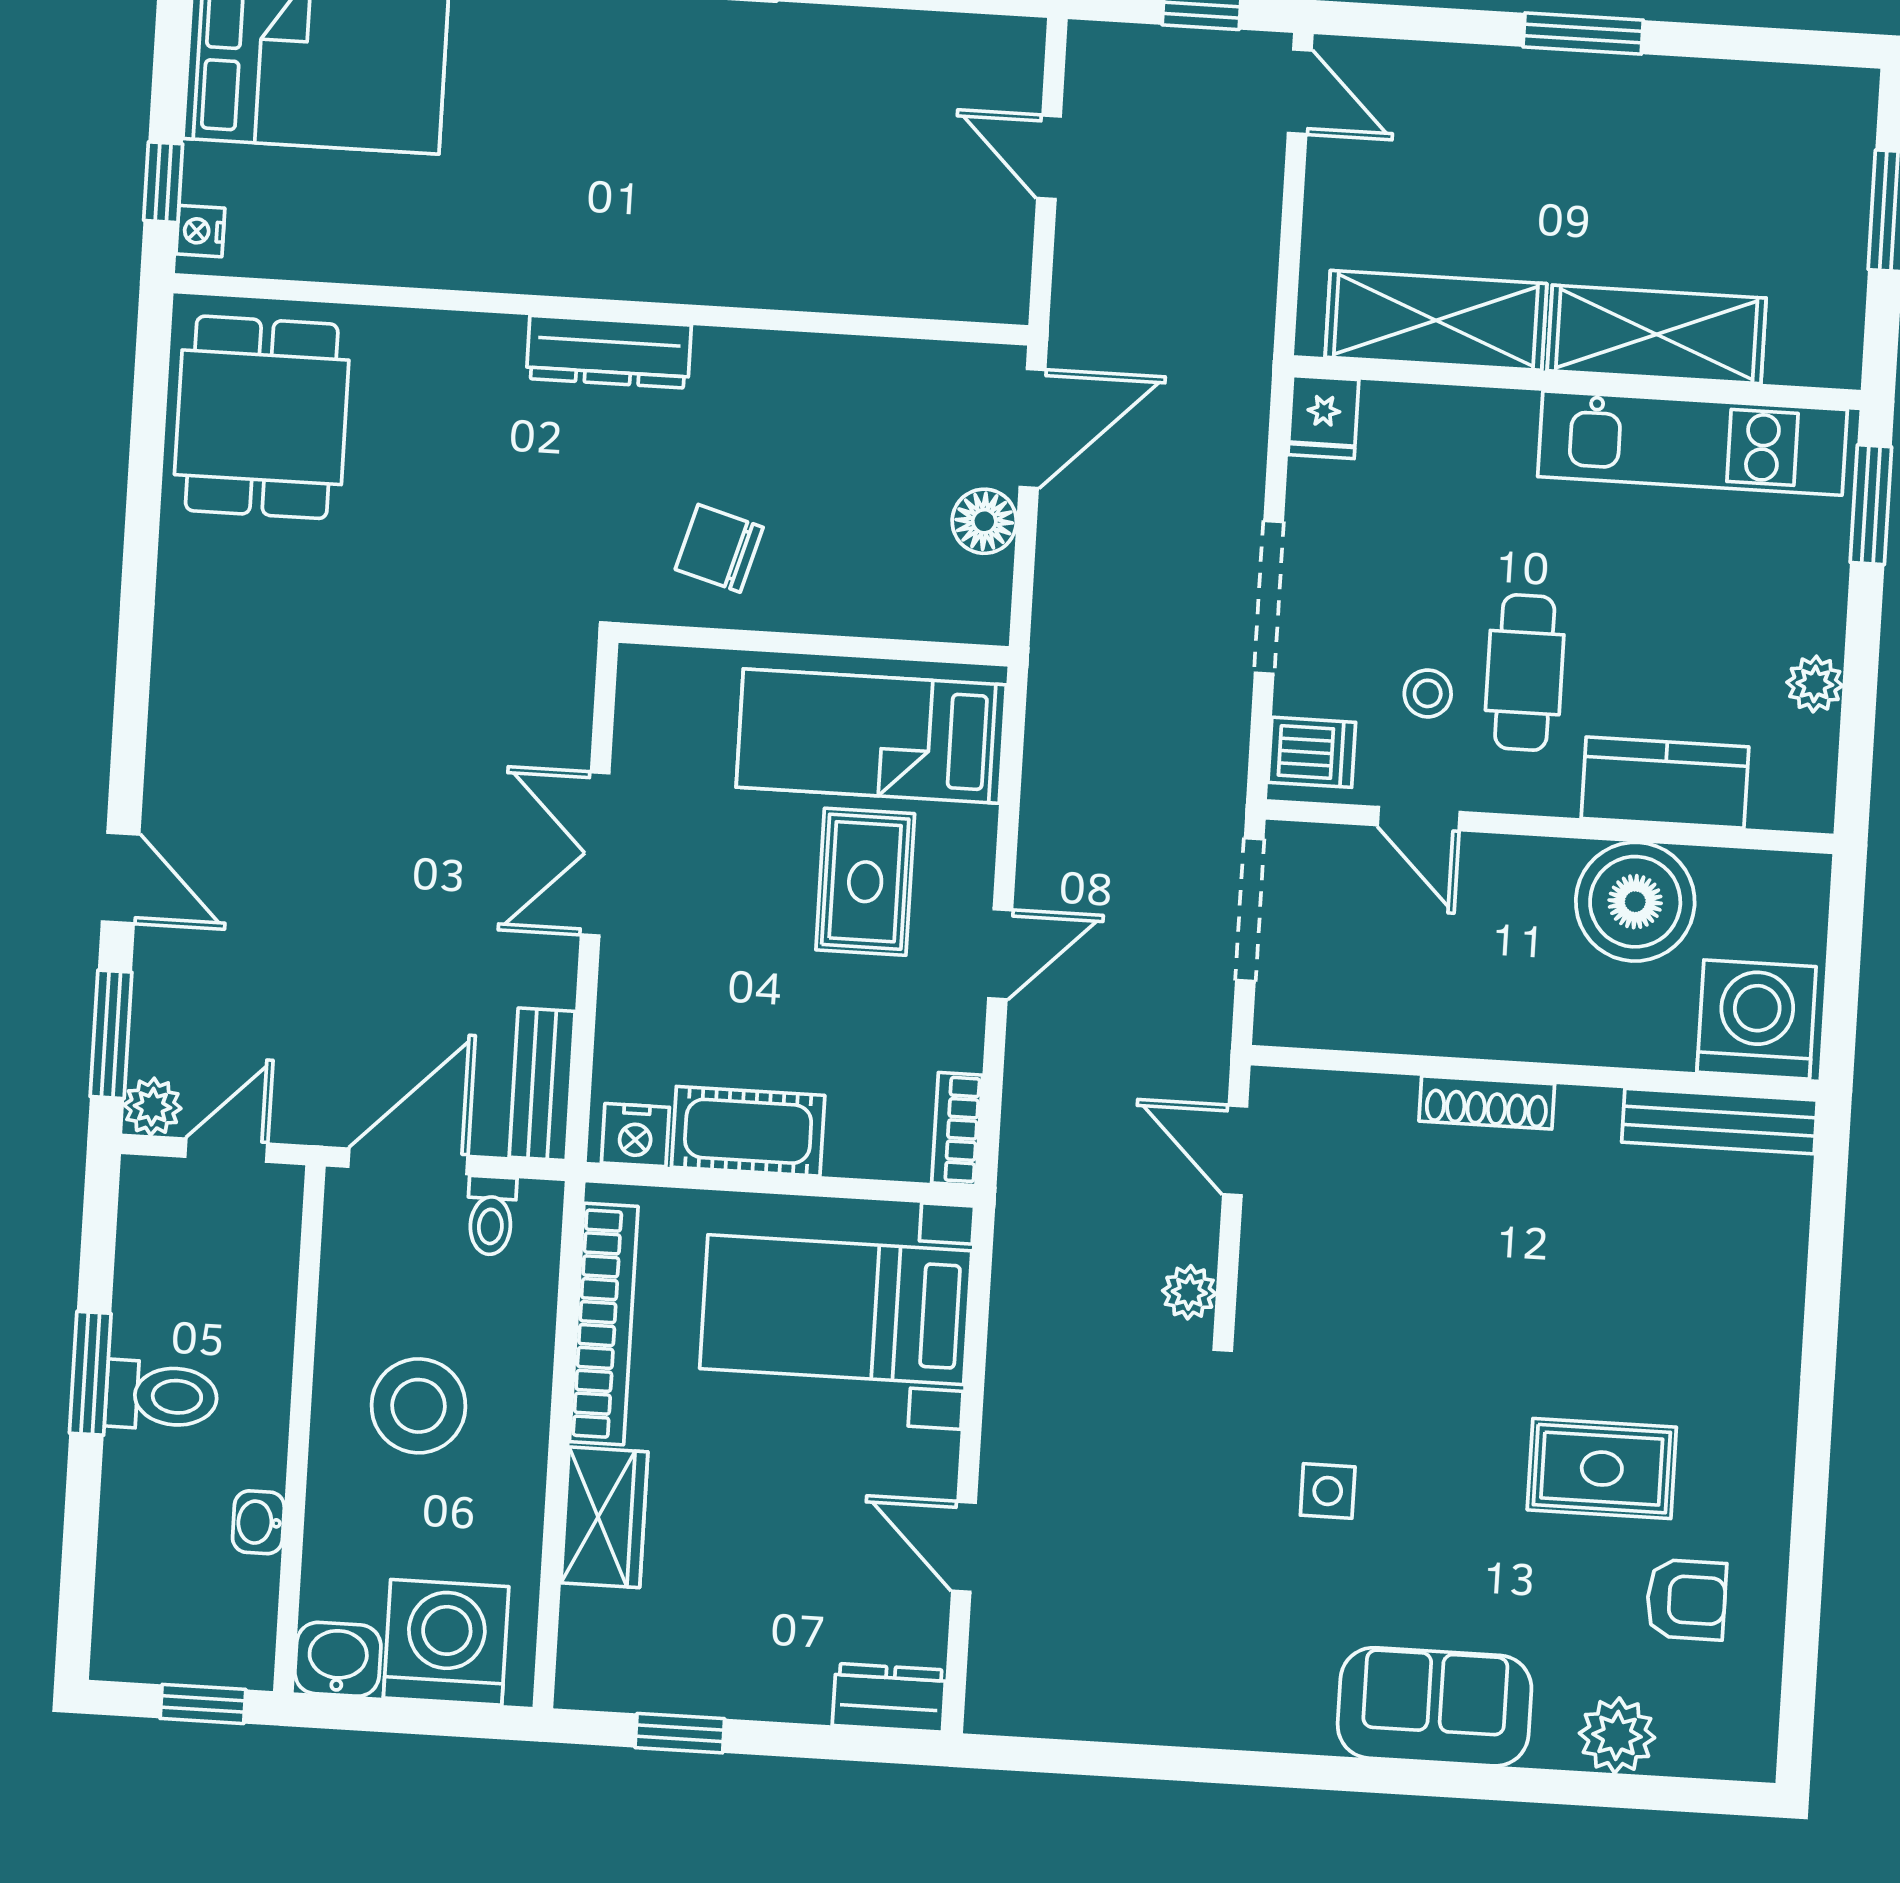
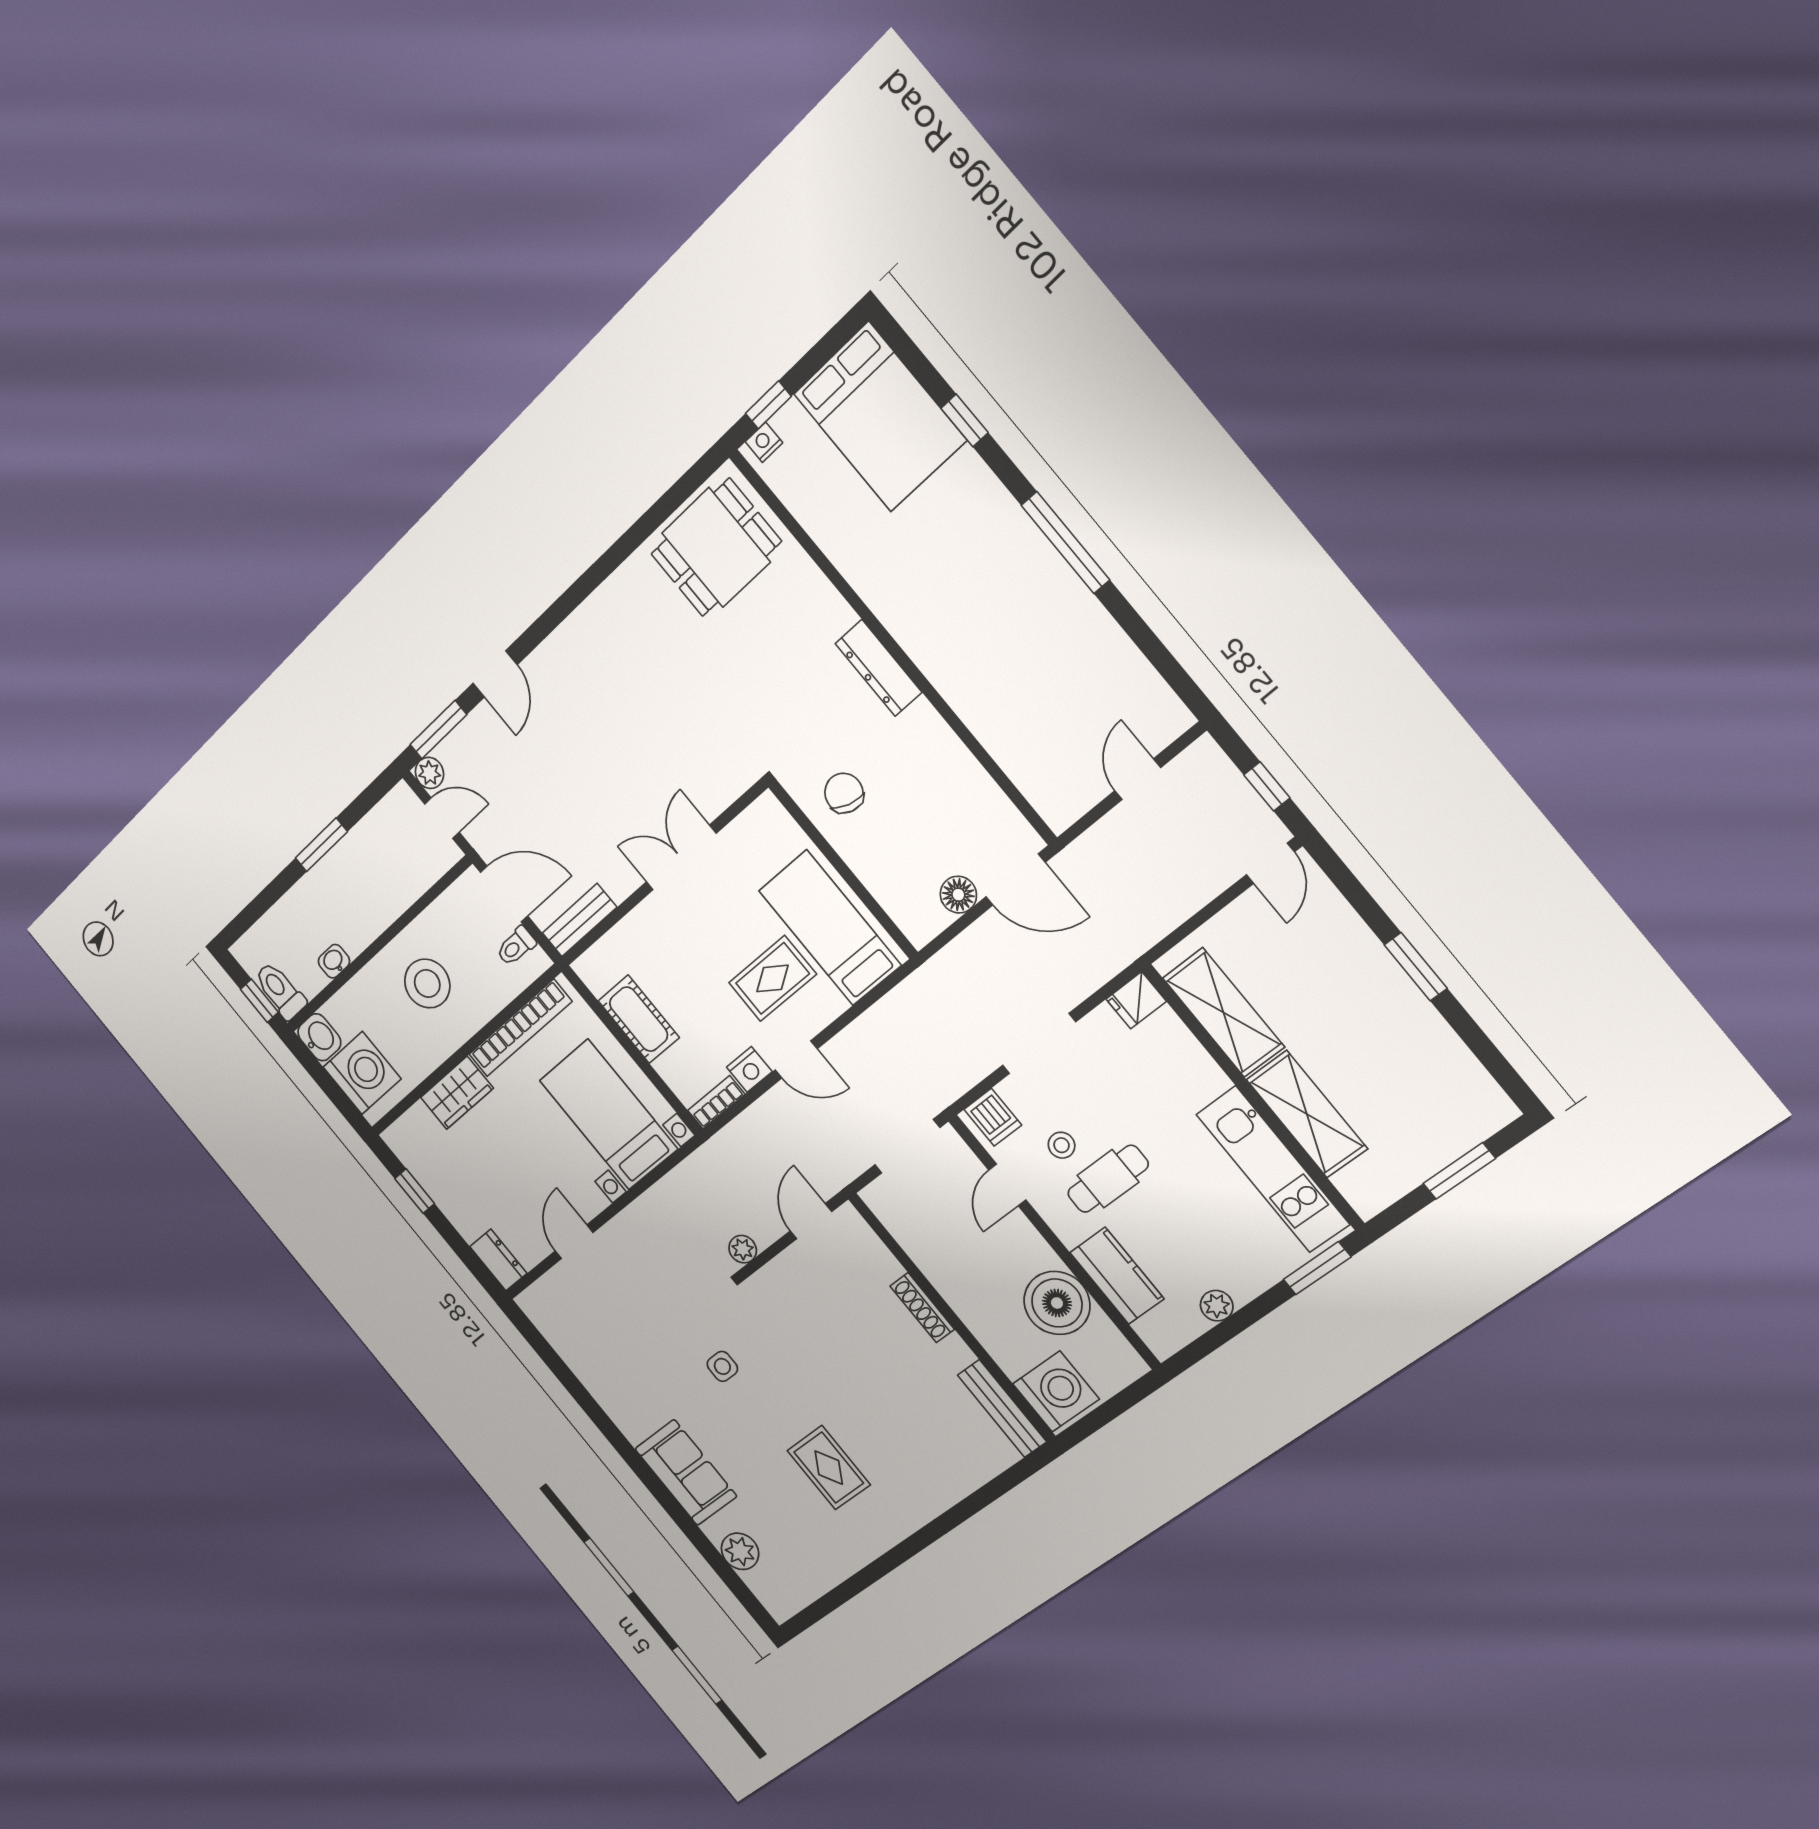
nightstand: (635, 1135) -> (749, 1069), moved, turned -90
toilet: (161, 1396) -> (280, 991), moved, turned 180
armchair: (1686, 1600) -> (812, 1539), removed

